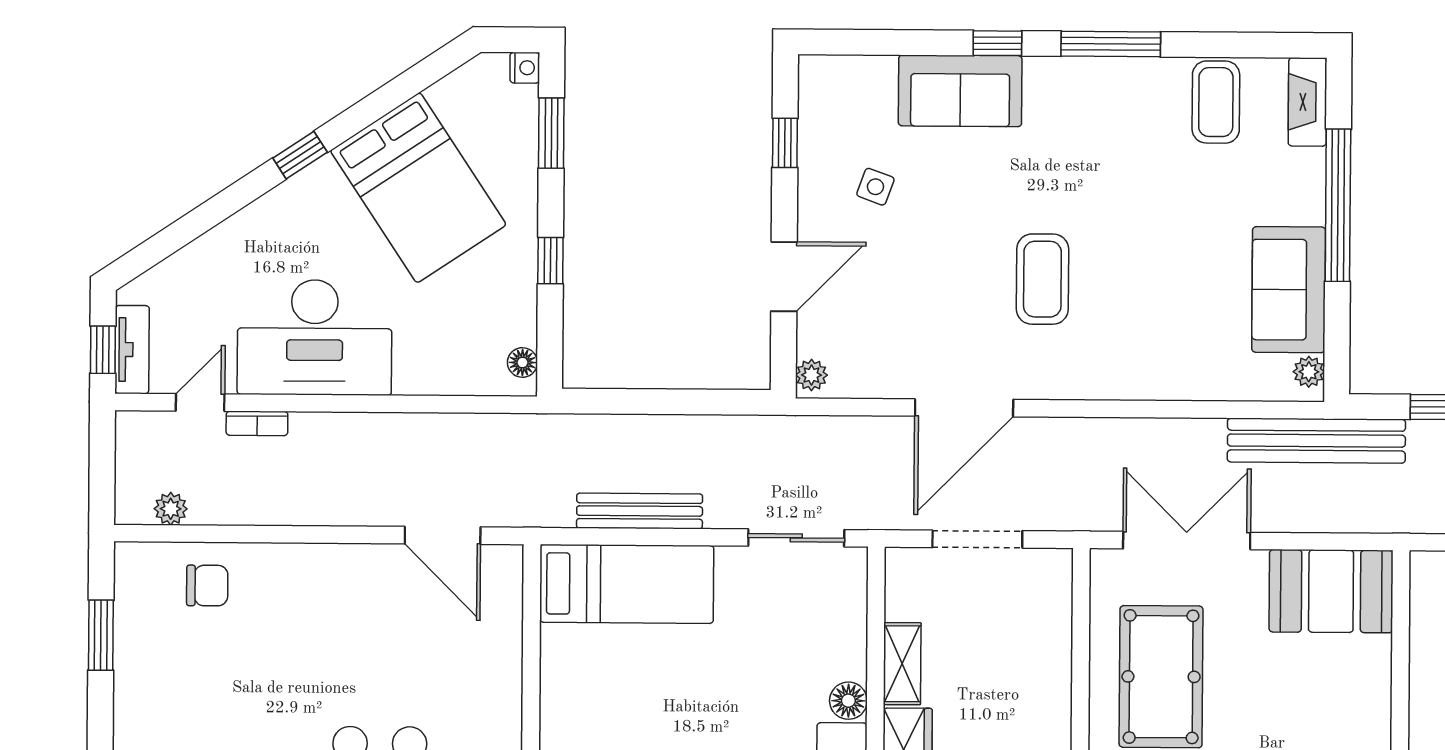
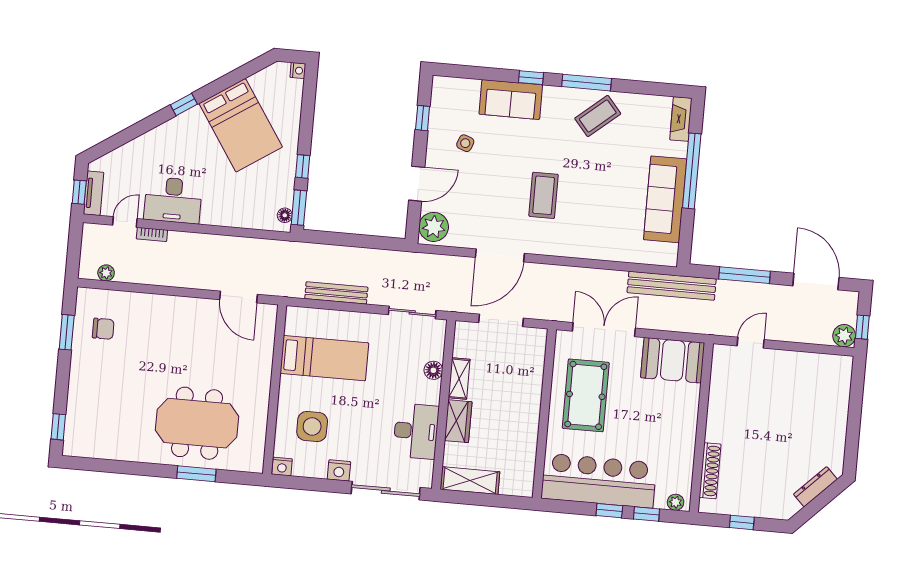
coffee table: (1216, 102) -> (598, 116), moved, turned 50
window: (551, 133) -> (299, 208), moved
sofa: (1289, 290) -> (665, 199), width x1.36
desk: (315, 337) -> (173, 200), width x0.73, depth x0.77
plant: (1309, 372) -> (671, 252), removed
plant: (811, 375) -> (434, 227), width x1.88, depth x1.88
bed: (627, 584) -> (324, 358), moved
chair: (207, 586) -> (103, 329), moved
floor lamp: (848, 701) -> (433, 370), moved

